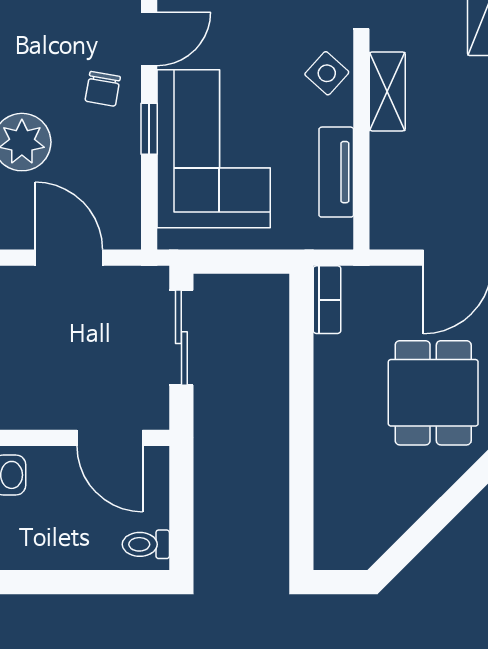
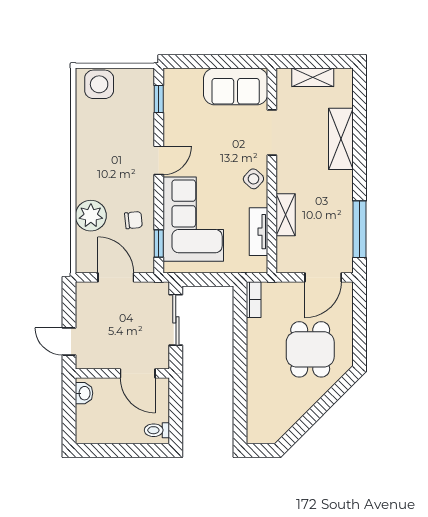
chair: (103, 89) -> (133, 220), moved, turned -106
shelving: (387, 91) -> (286, 215), moved
window: (149, 129) -> (159, 244), moved

